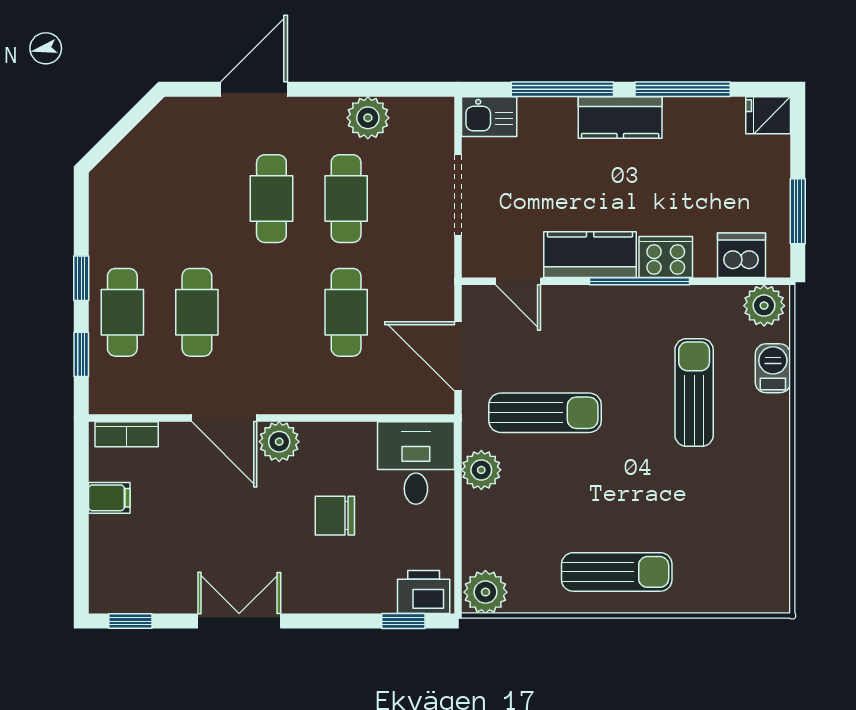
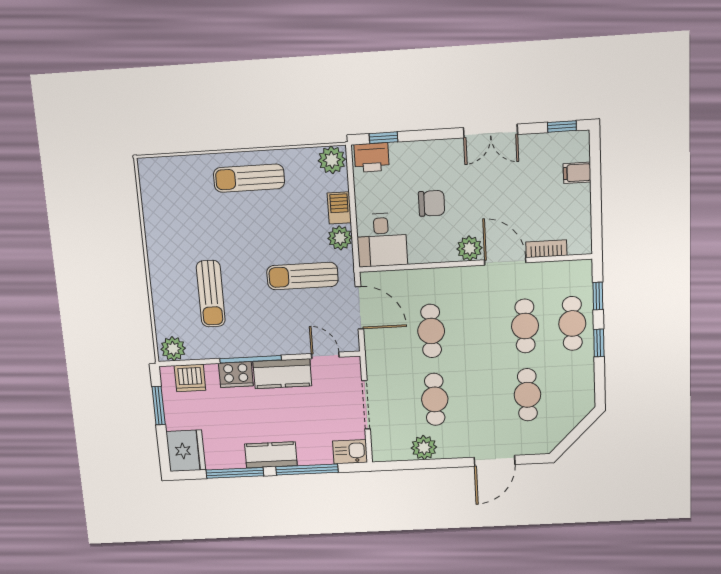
fridge: (768, 115) -> (186, 451), width x1.88, depth x1.34
cafe table: (271, 199) -> (527, 395), moved
barbecue: (773, 368) -> (339, 208), moved, turned 180
bookcase: (127, 434) -> (546, 249), moved
filing cabinet: (109, 498) -> (577, 173), moved

